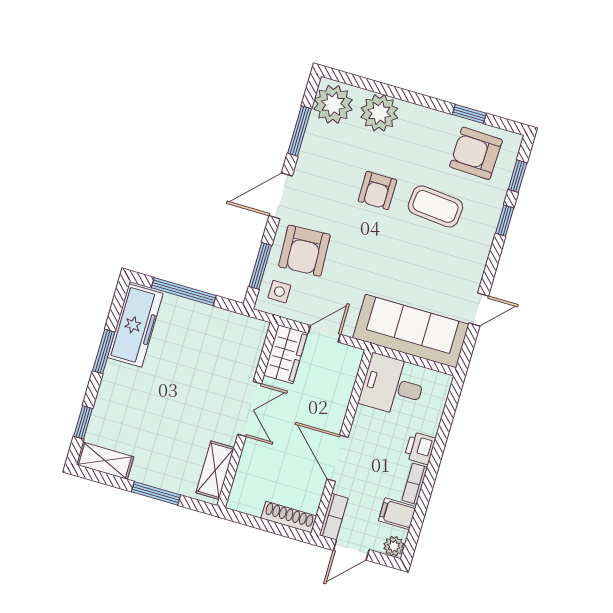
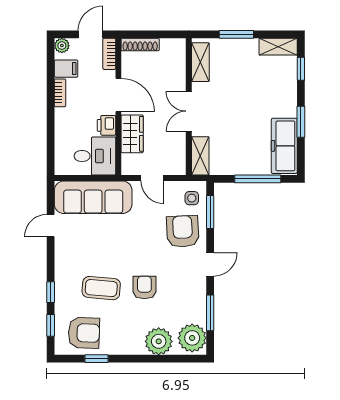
door: (281, 196) -> (210, 264), width x0.73
door: (324, 334) -> (152, 178), hinge flipped
shelving: (252, 345) -> (200, 156), added
wardrobe: (286, 354) -> (132, 134), moved, turned 180
printer: (420, 448) -> (106, 125), moved, turned 180

